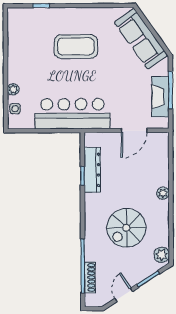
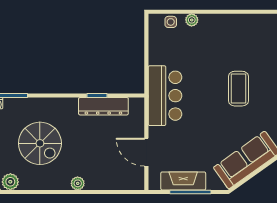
coffee table: (76, 47) -> (238, 89), width x0.73, depth x0.76
bar counter: (72, 114) -> (165, 96), width x0.73
spiral stairs: (126, 228) -> (40, 143), turned 180

